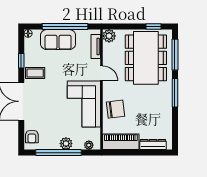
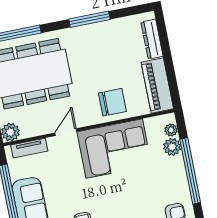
window: (175, 93) -> (89, 19), moved
chair: (116, 109) -> (112, 102), turned 97
plant: (66, 144) -> (172, 147), moved

